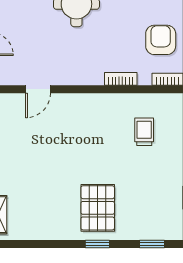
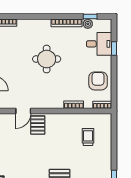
pallet: (62, 112) -> (38, 125), added

